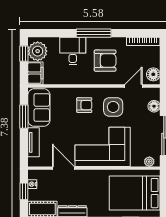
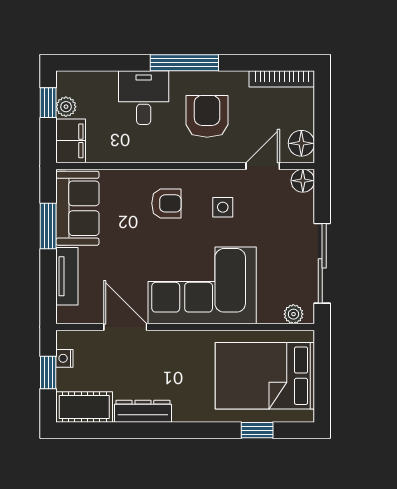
plant: (38, 51) -> (66, 107), width x0.53, depth x0.53
armchair: (105, 61) -> (207, 116), turned -90
floor lamp: (154, 106) -> (303, 181), moved
side table: (113, 107) -> (223, 207), width x0.54, depth x0.54

